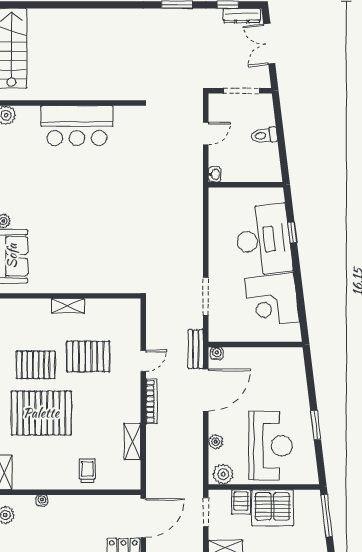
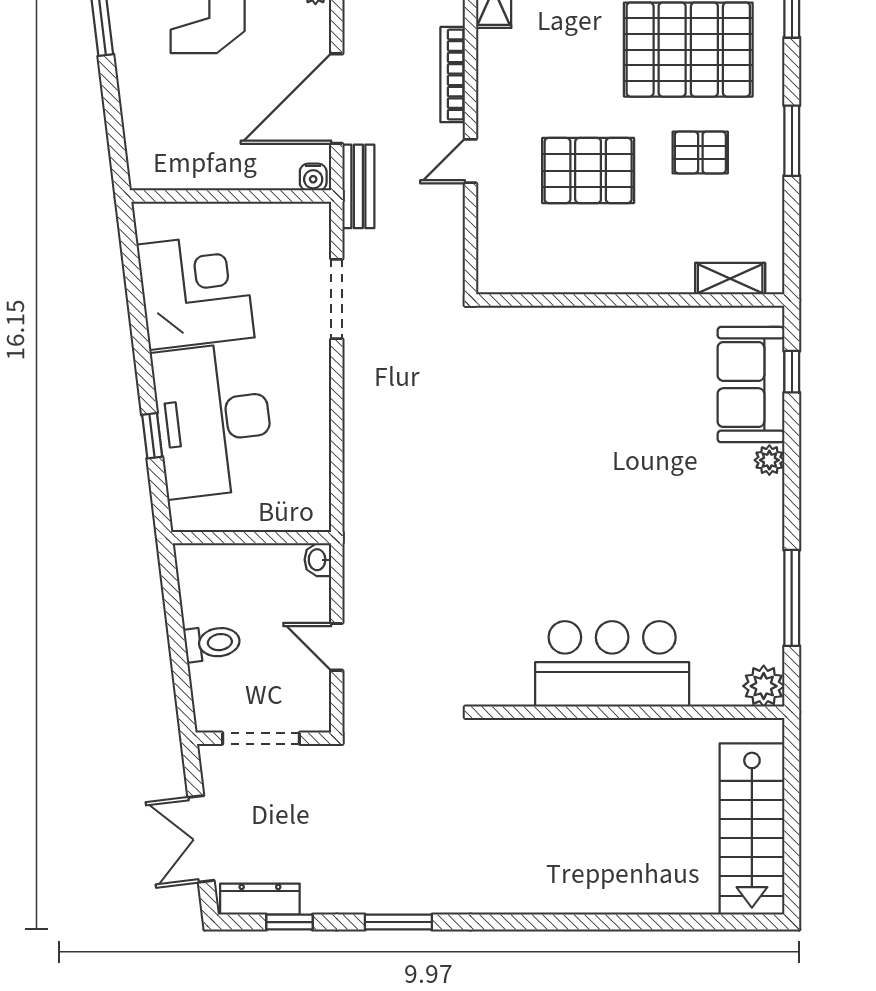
double door: (269, 44) -> (201, 839), swing flipped
door: (206, 134) -> (337, 647), hinge flipped
shelving: (68, 306) -> (730, 279), moved
pallet: (36, 365) -> (700, 153), width x0.67, depth x0.71

